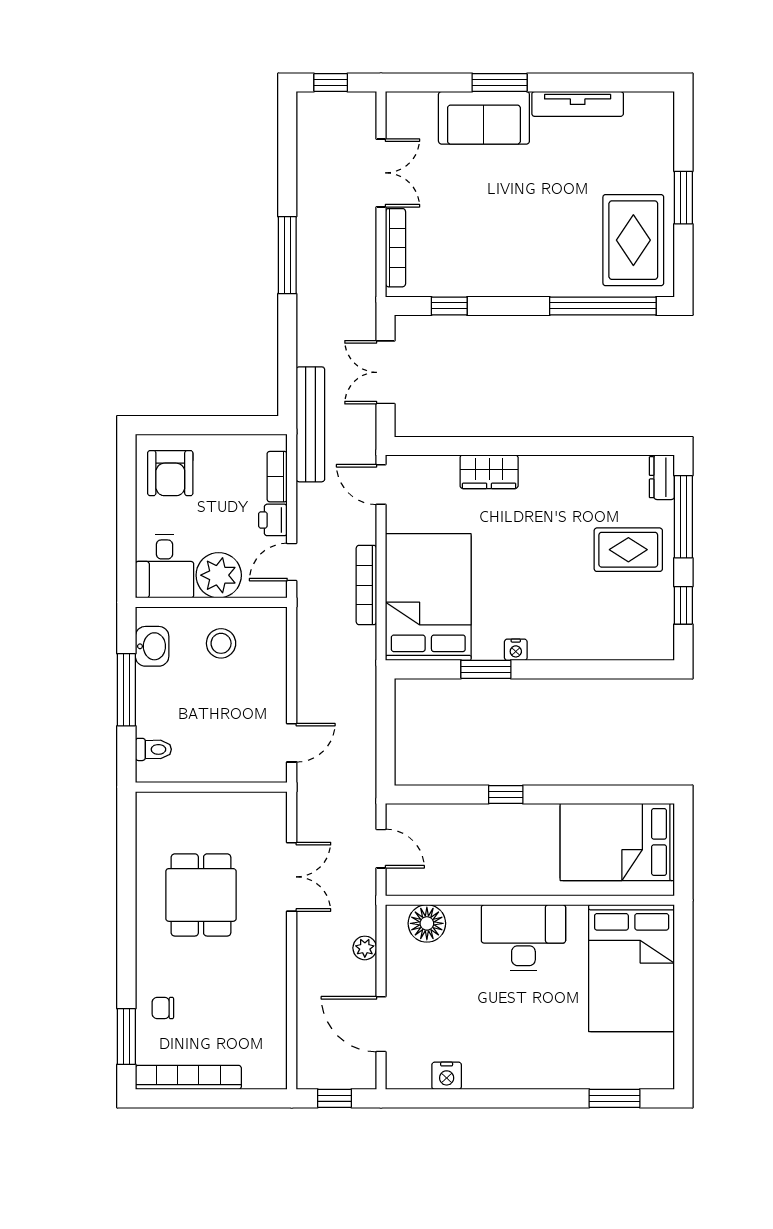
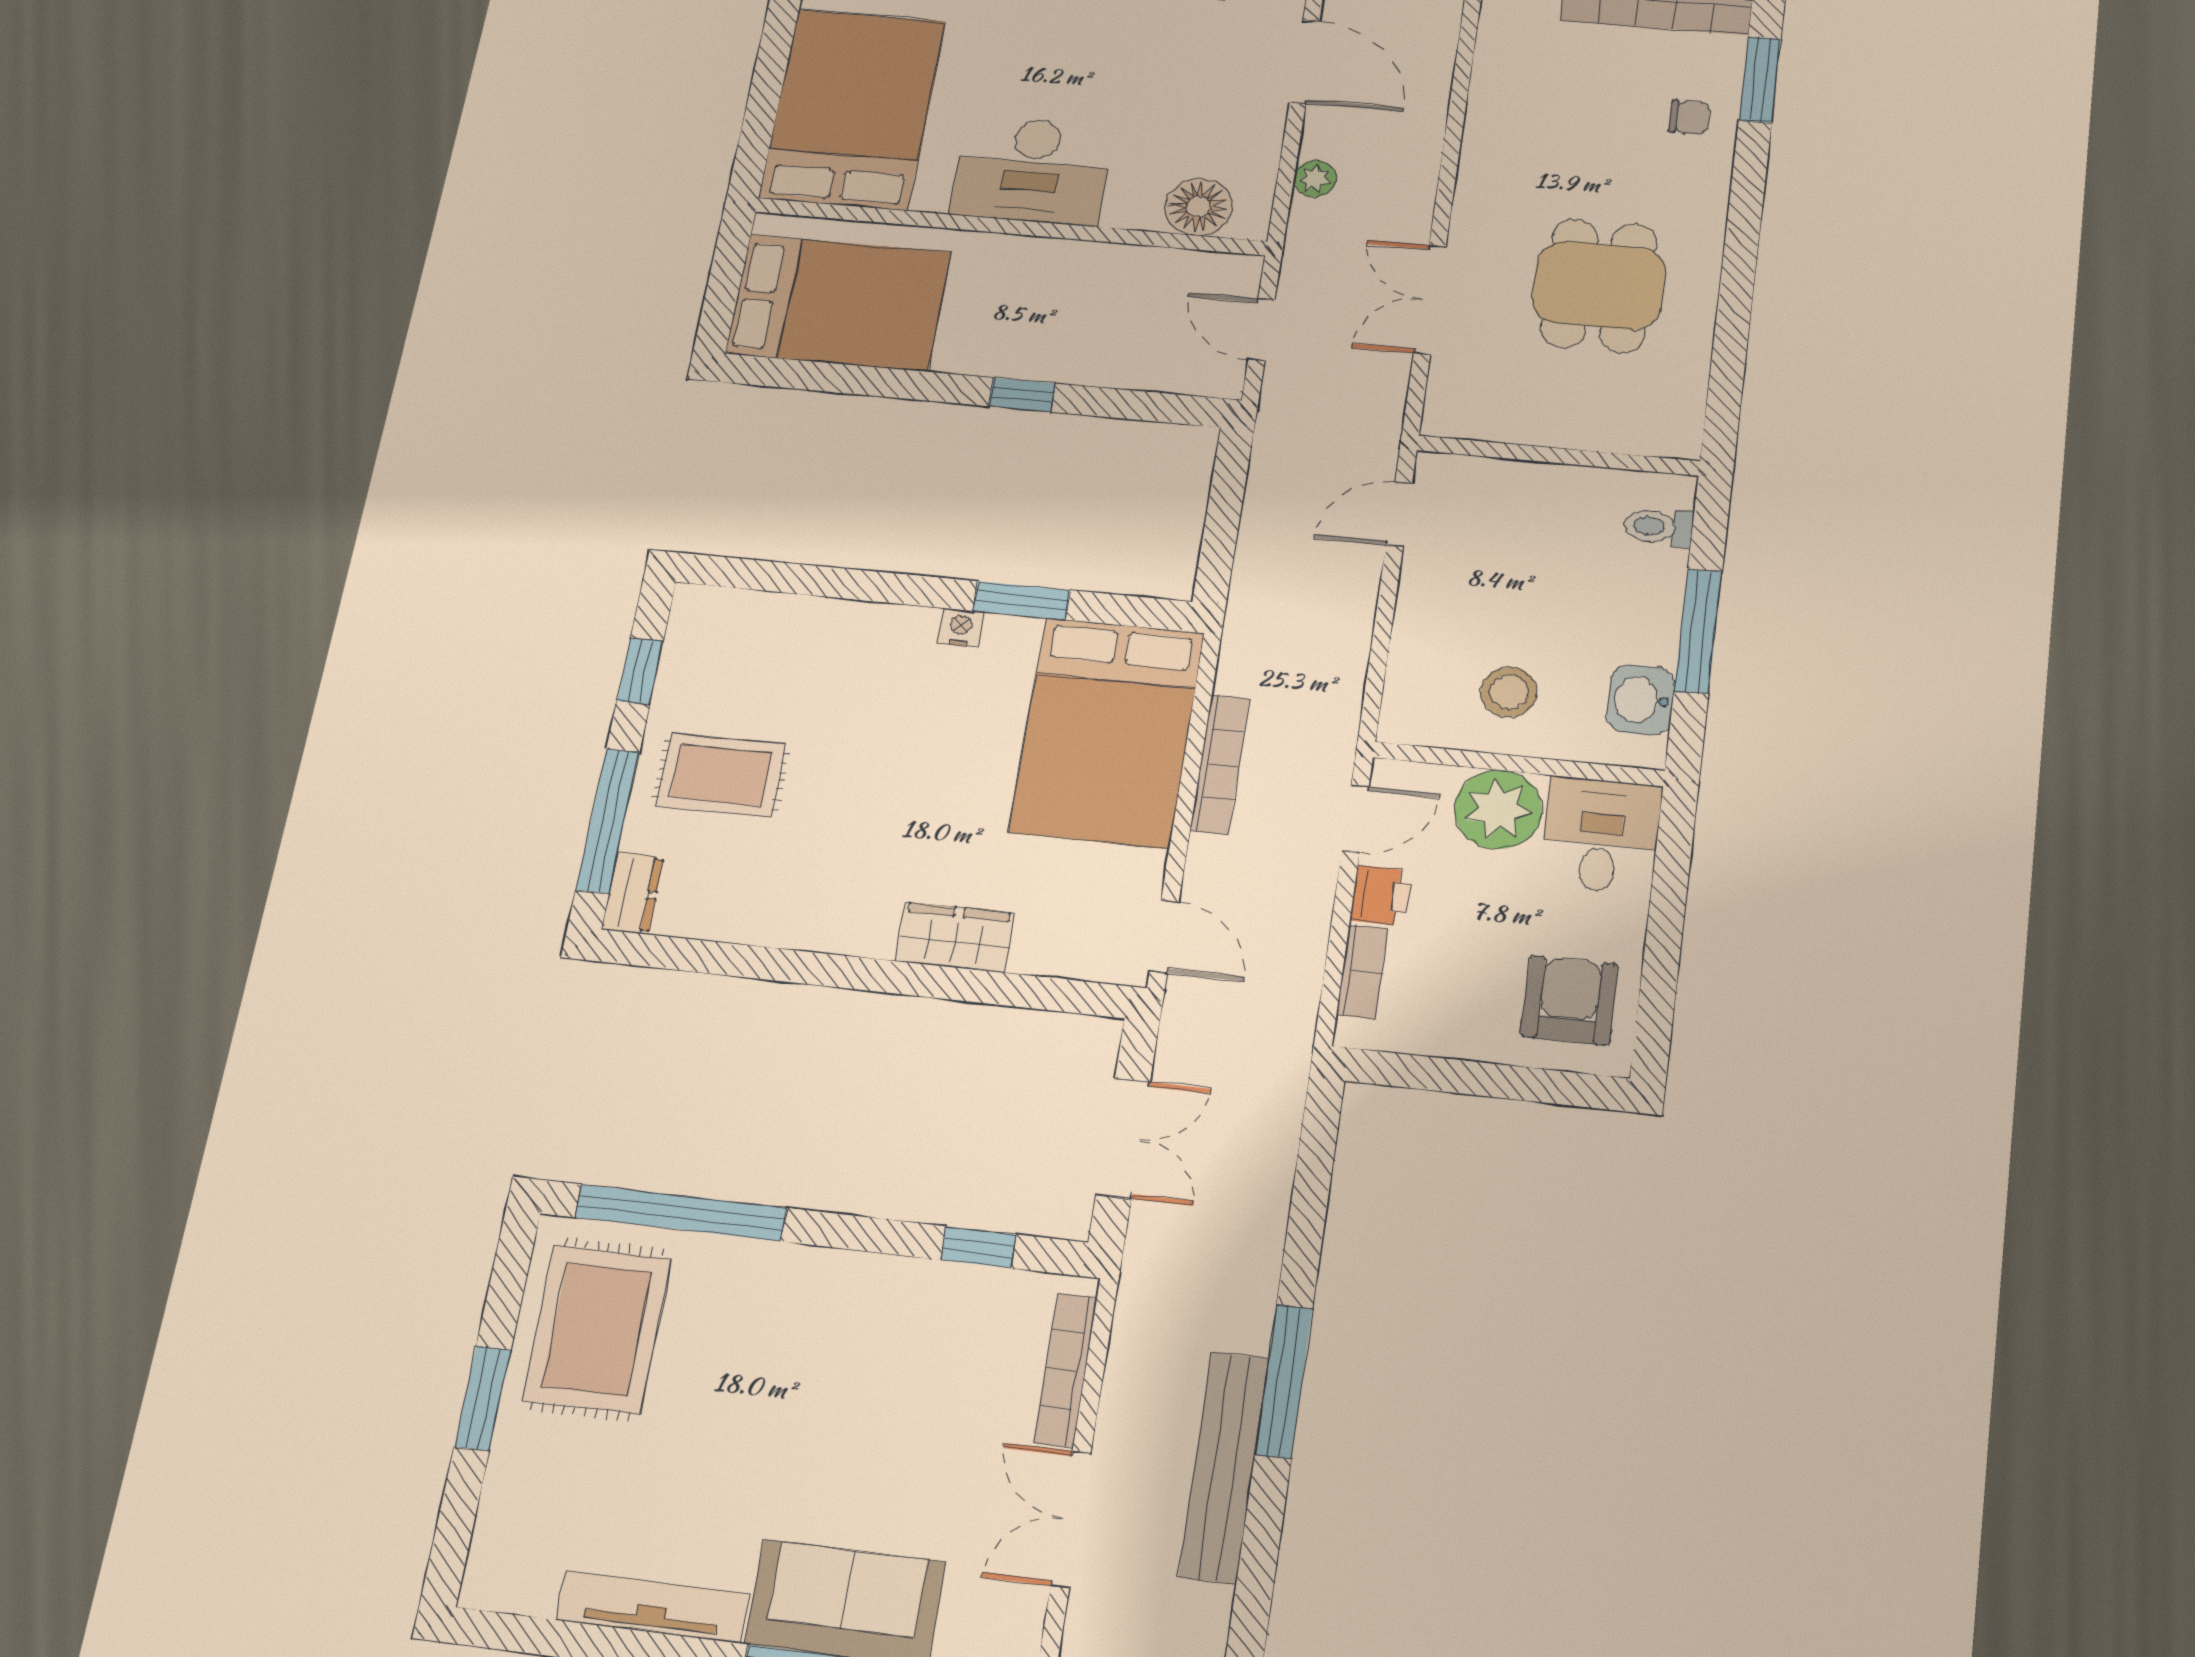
bench: (310, 424) -> (1224, 1467), moved

